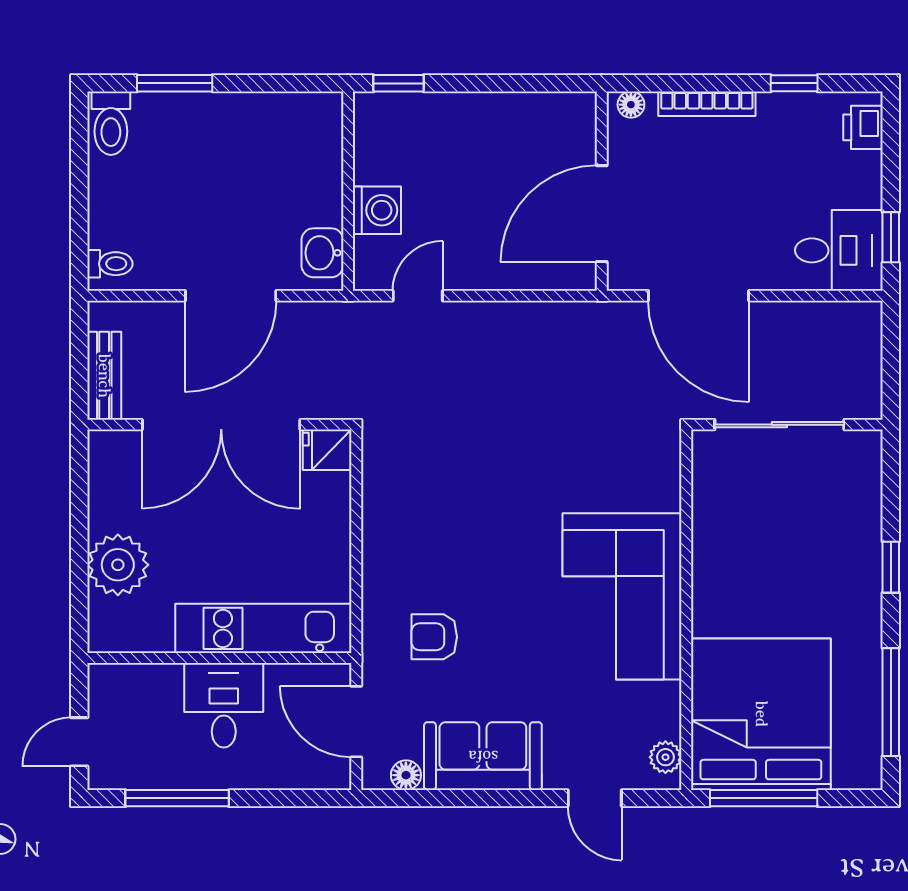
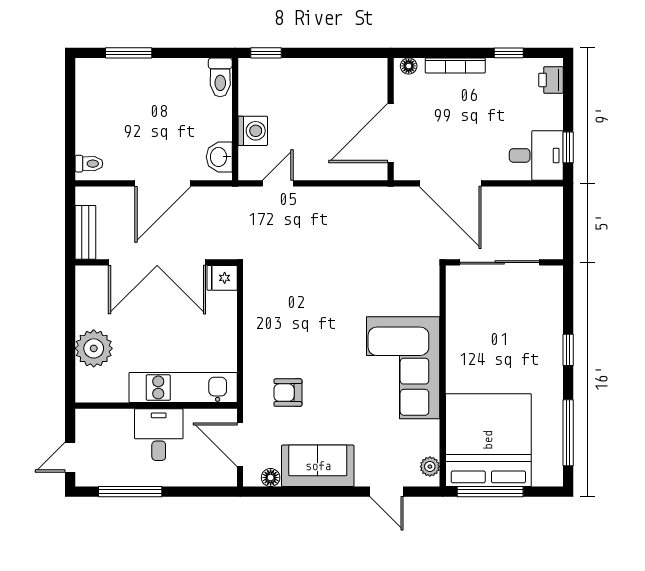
toilet: (111, 123) -> (220, 77), moved

